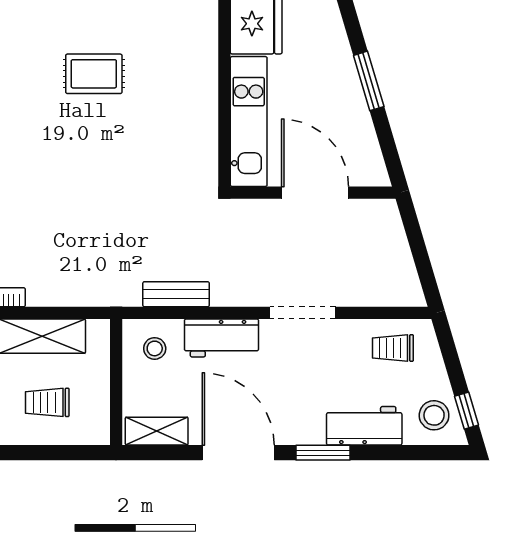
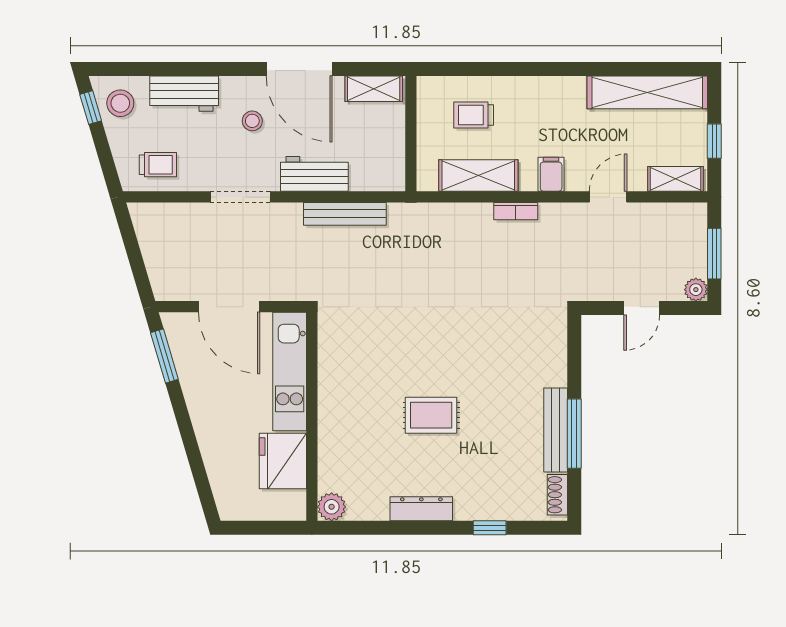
window: (369, 81) -> (164, 356), moved
bench: (176, 294) -> (345, 214), width x1.36
stool: (155, 348) -> (252, 121), moved
trolley: (47, 402) -> (474, 115), turned 180
window: (323, 453) -> (222, 69), removed

